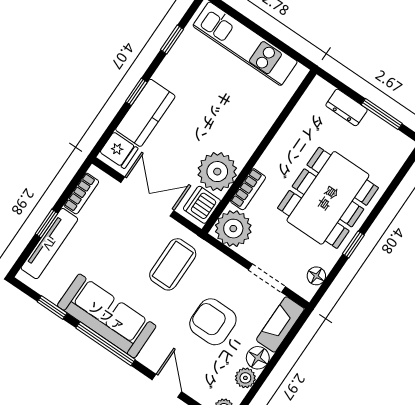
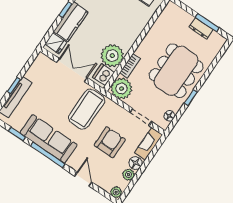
dresser: (347, 107) -> (201, 28), moved
bookcase: (81, 193) -> (34, 68), removed
coffee table: (173, 264) -> (87, 109), width x1.36, depth x1.32
armchair: (213, 322) -> (110, 142), turned 90

